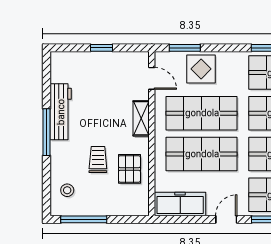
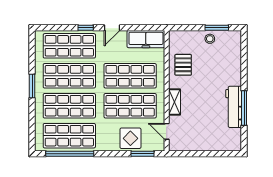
window: (102, 48) -> (204, 154), removed
window: (47, 132) -> (244, 108), moved
trolley: (98, 160) -> (206, 72), removed
stool: (67, 190) -> (210, 39), moved
window: (84, 219) -> (217, 28), width x0.69

